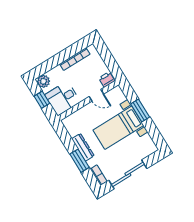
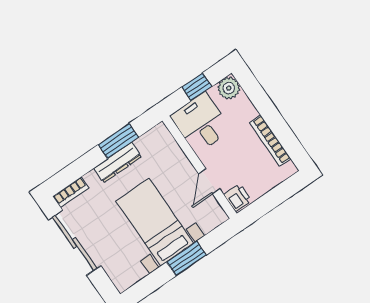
window: (79, 161) -> (118, 141), moved

